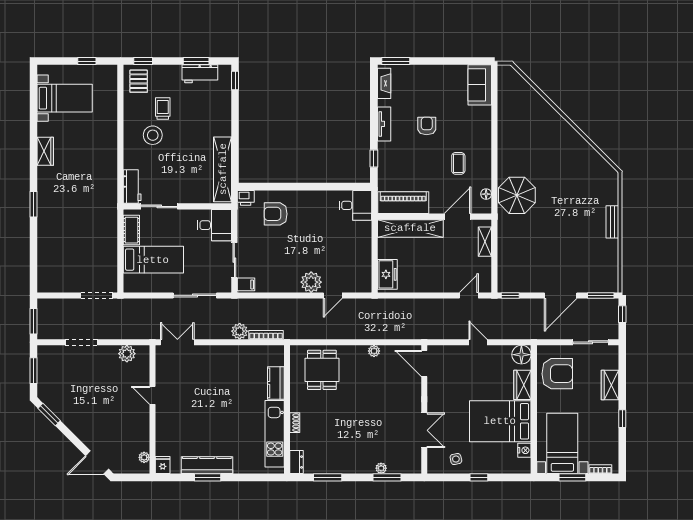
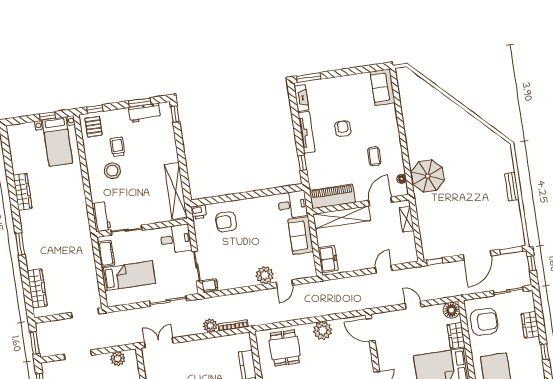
bed with nightstands: (65, 98) -> (57, 142), moved, turned 90
tv unit: (384, 124) -> (307, 132), width x1.41
wardrobe: (45, 151) -> (23, 192), width x1.50
sofa: (360, 242) -> (301, 236), added
wardrobe: (46, 259) -> (37, 288), added
door: (469, 295) -> (384, 269), moved
plant: (374, 351) -> (323, 330), width x1.87, depth x1.87

